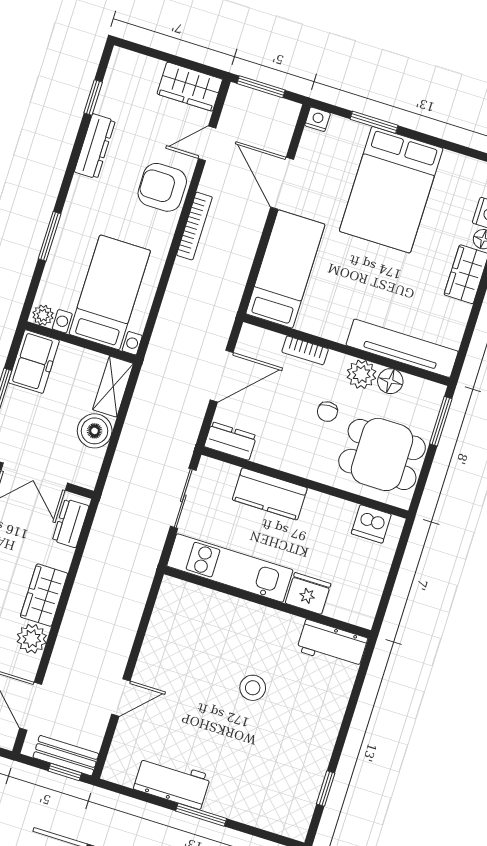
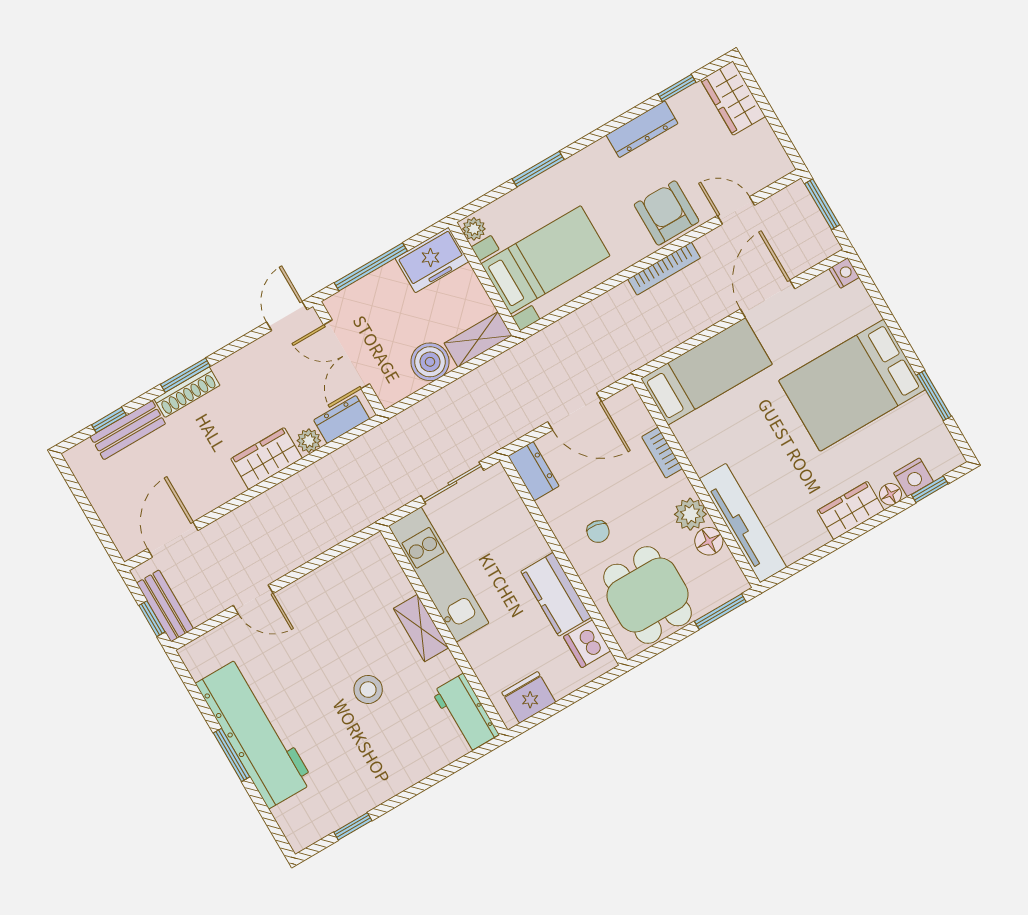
wardrobe: (190, 87) -> (733, 98), moved
window: (374, 122) -> (934, 396), moved
chair: (327, 412) -> (598, 532), moved, turned -77
kitchen counter: (270, 494) -> (556, 594), moved
fridge: (308, 593) -> (529, 697), moved, turned -90
shelving: (251, 615) -> (421, 628), added
plant: (32, 639) -> (309, 441), moved, width x0.73, depth x0.73
workbench: (172, 782) -> (255, 733), width x1.87, depth x1.32

